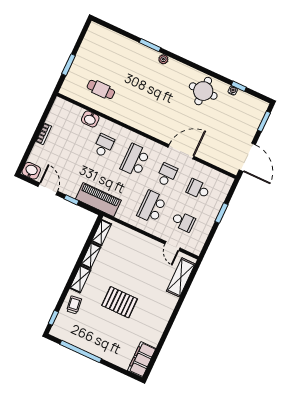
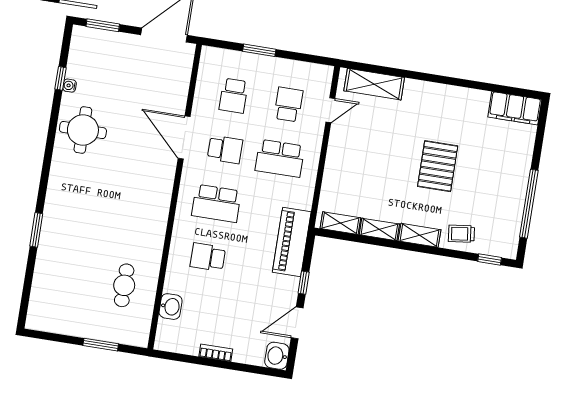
plant: (163, 59) -> (52, 204), removed
washbasin: (90, 119) -> (171, 307), moved
school desk: (167, 175) -> (225, 150), turned 180

